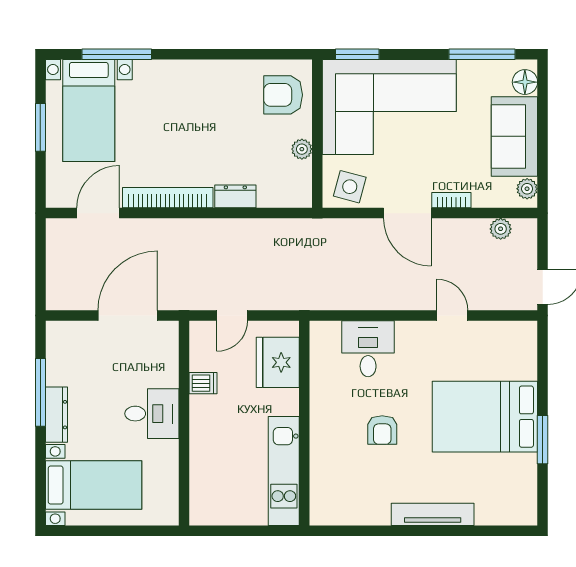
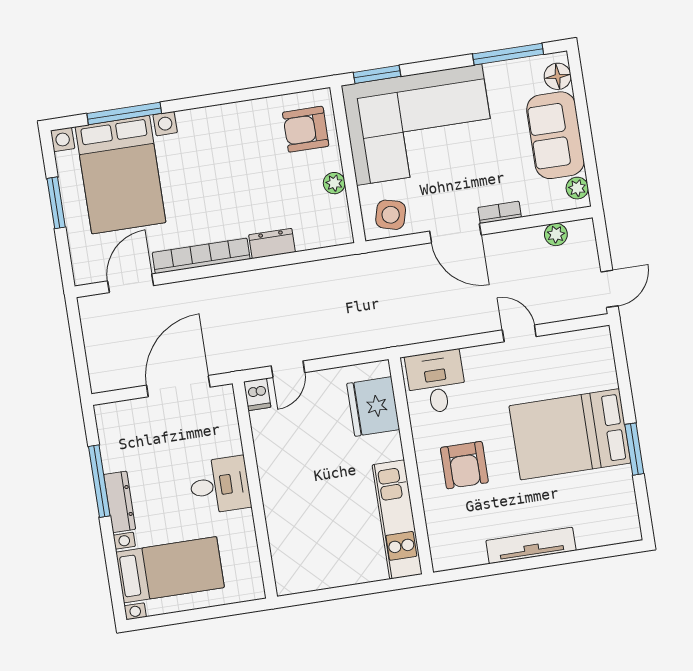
bed with nightstands: (89, 110) -> (121, 175), width x1.36
fridge: (278, 362) -> (373, 406), moved
dishwasher: (203, 383) -> (257, 394), moved, turned 90
wall: (304, 423) -> (411, 466), moved
armchair: (382, 430) -> (464, 465), width x1.38, depth x1.38
kitchen unit: (284, 471) -> (397, 520), moved

